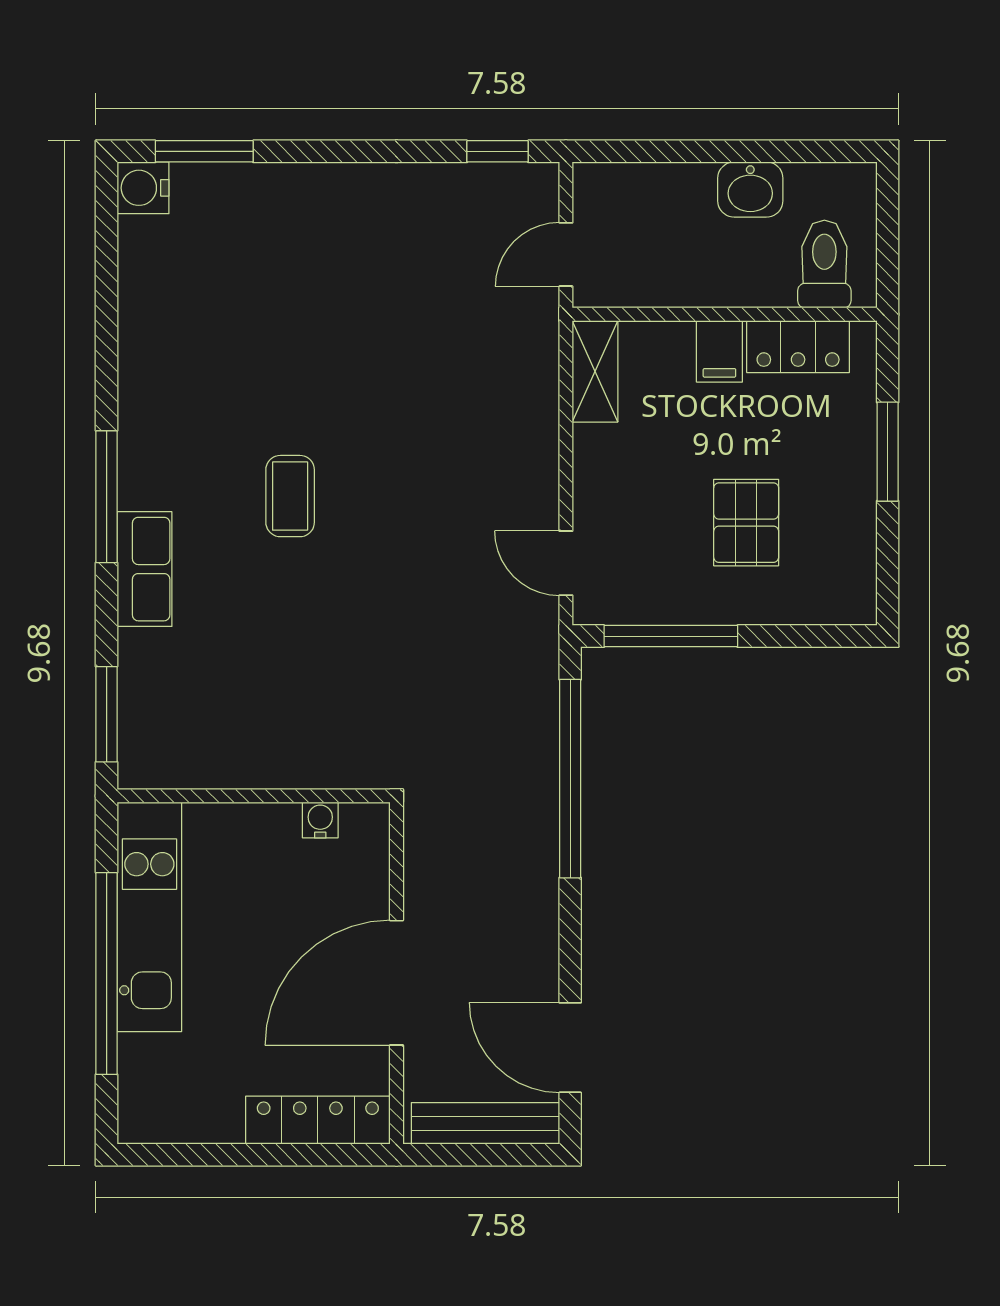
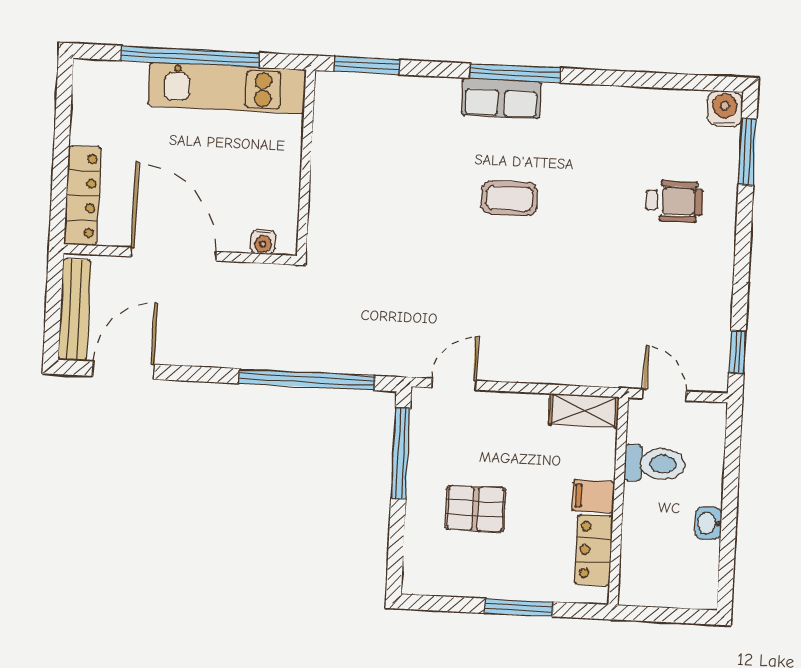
washbasin: (750, 190) -> (708, 523), width x0.72, depth x0.69
wheelchair: (282, 255) -> (674, 201), added
toilet: (824, 264) -> (655, 464), moved
row of seats: (145, 569) -> (501, 98), moved
water cooler: (320, 820) -> (263, 242), moved, turned 90

